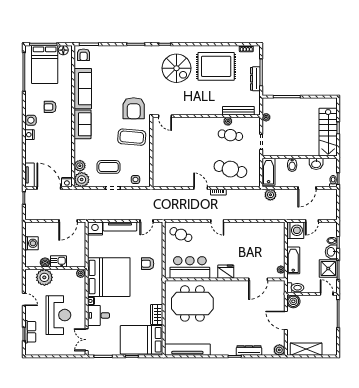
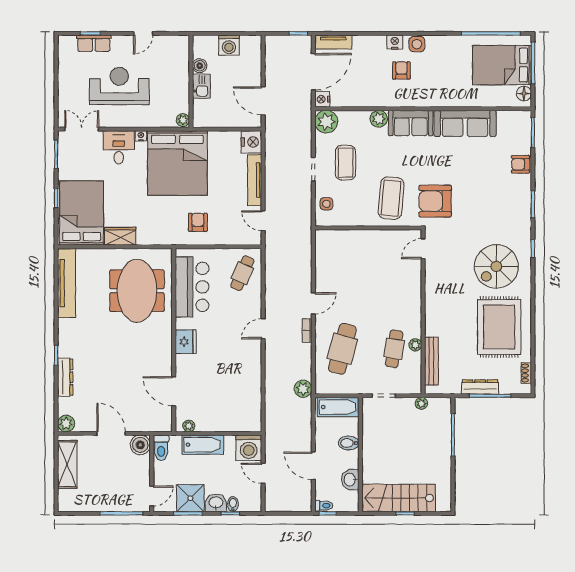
armchair: (84, 55) -> (521, 164), moved
armchair: (50, 107) -> (401, 70), moved
plant: (80, 166) -> (379, 119), moved
plant: (270, 195) -> (303, 389), moved
plant: (44, 277) -> (177, 65), removed
reception desk: (58, 315) -> (119, 86), turned 180
door: (286, 320) -> (111, 433), hinge flipped

